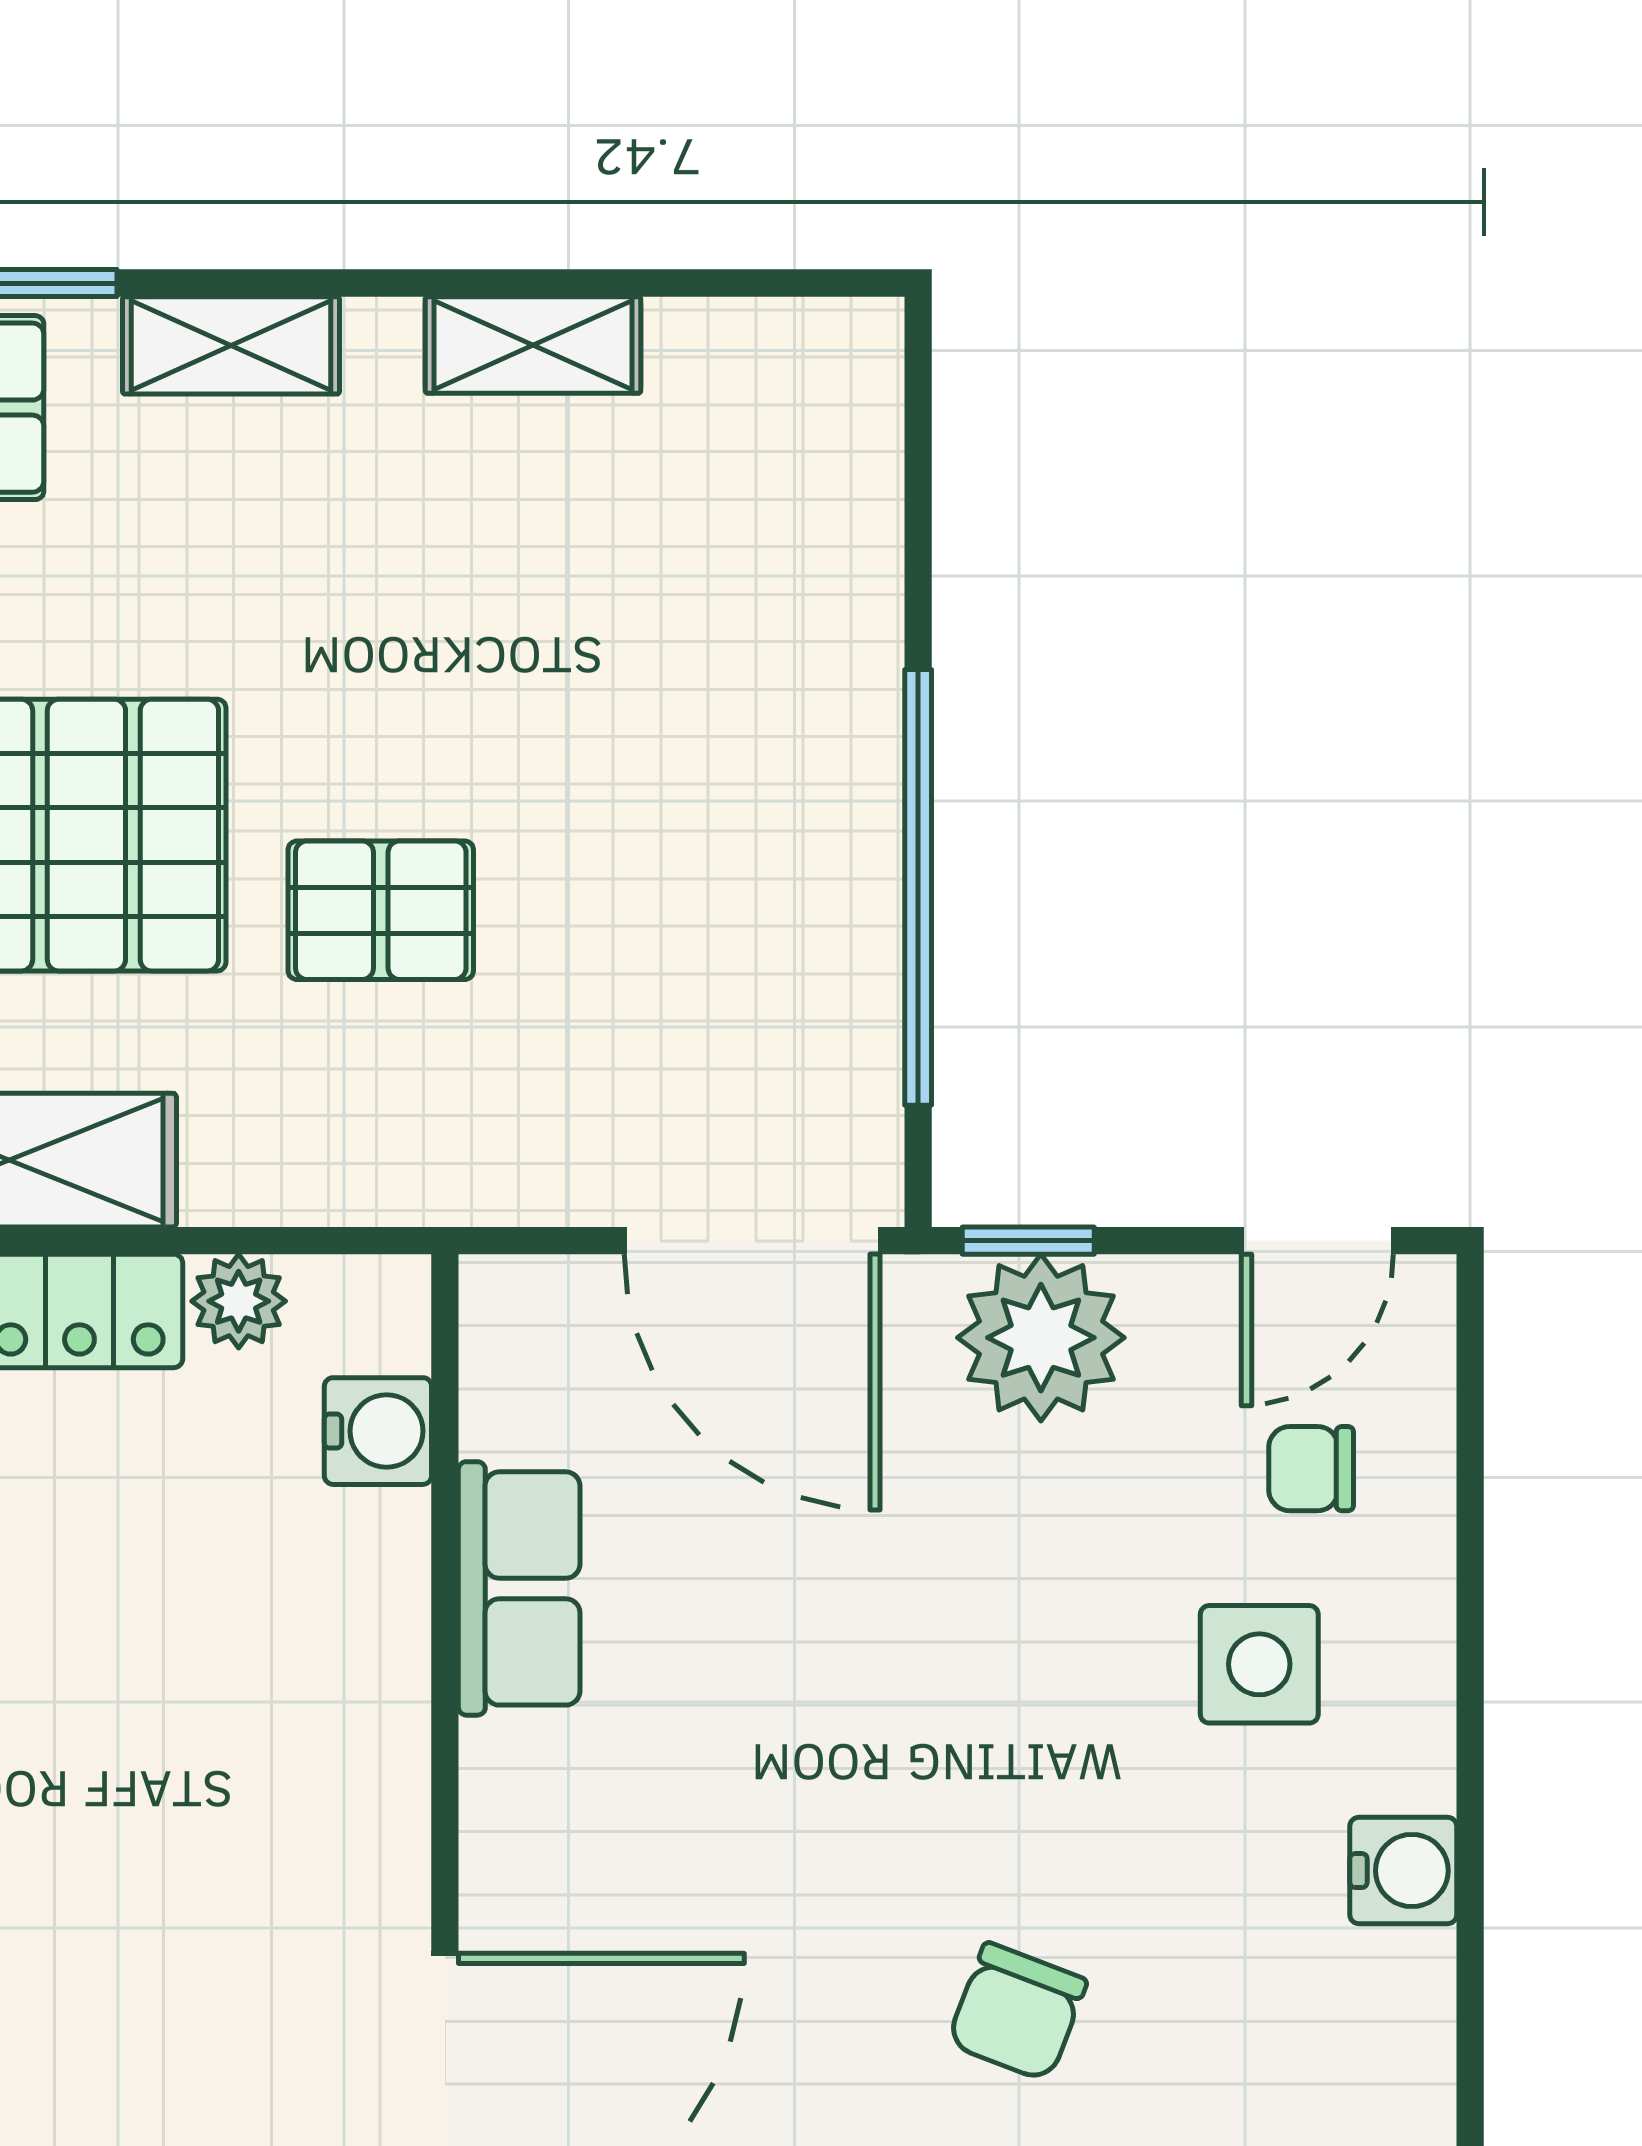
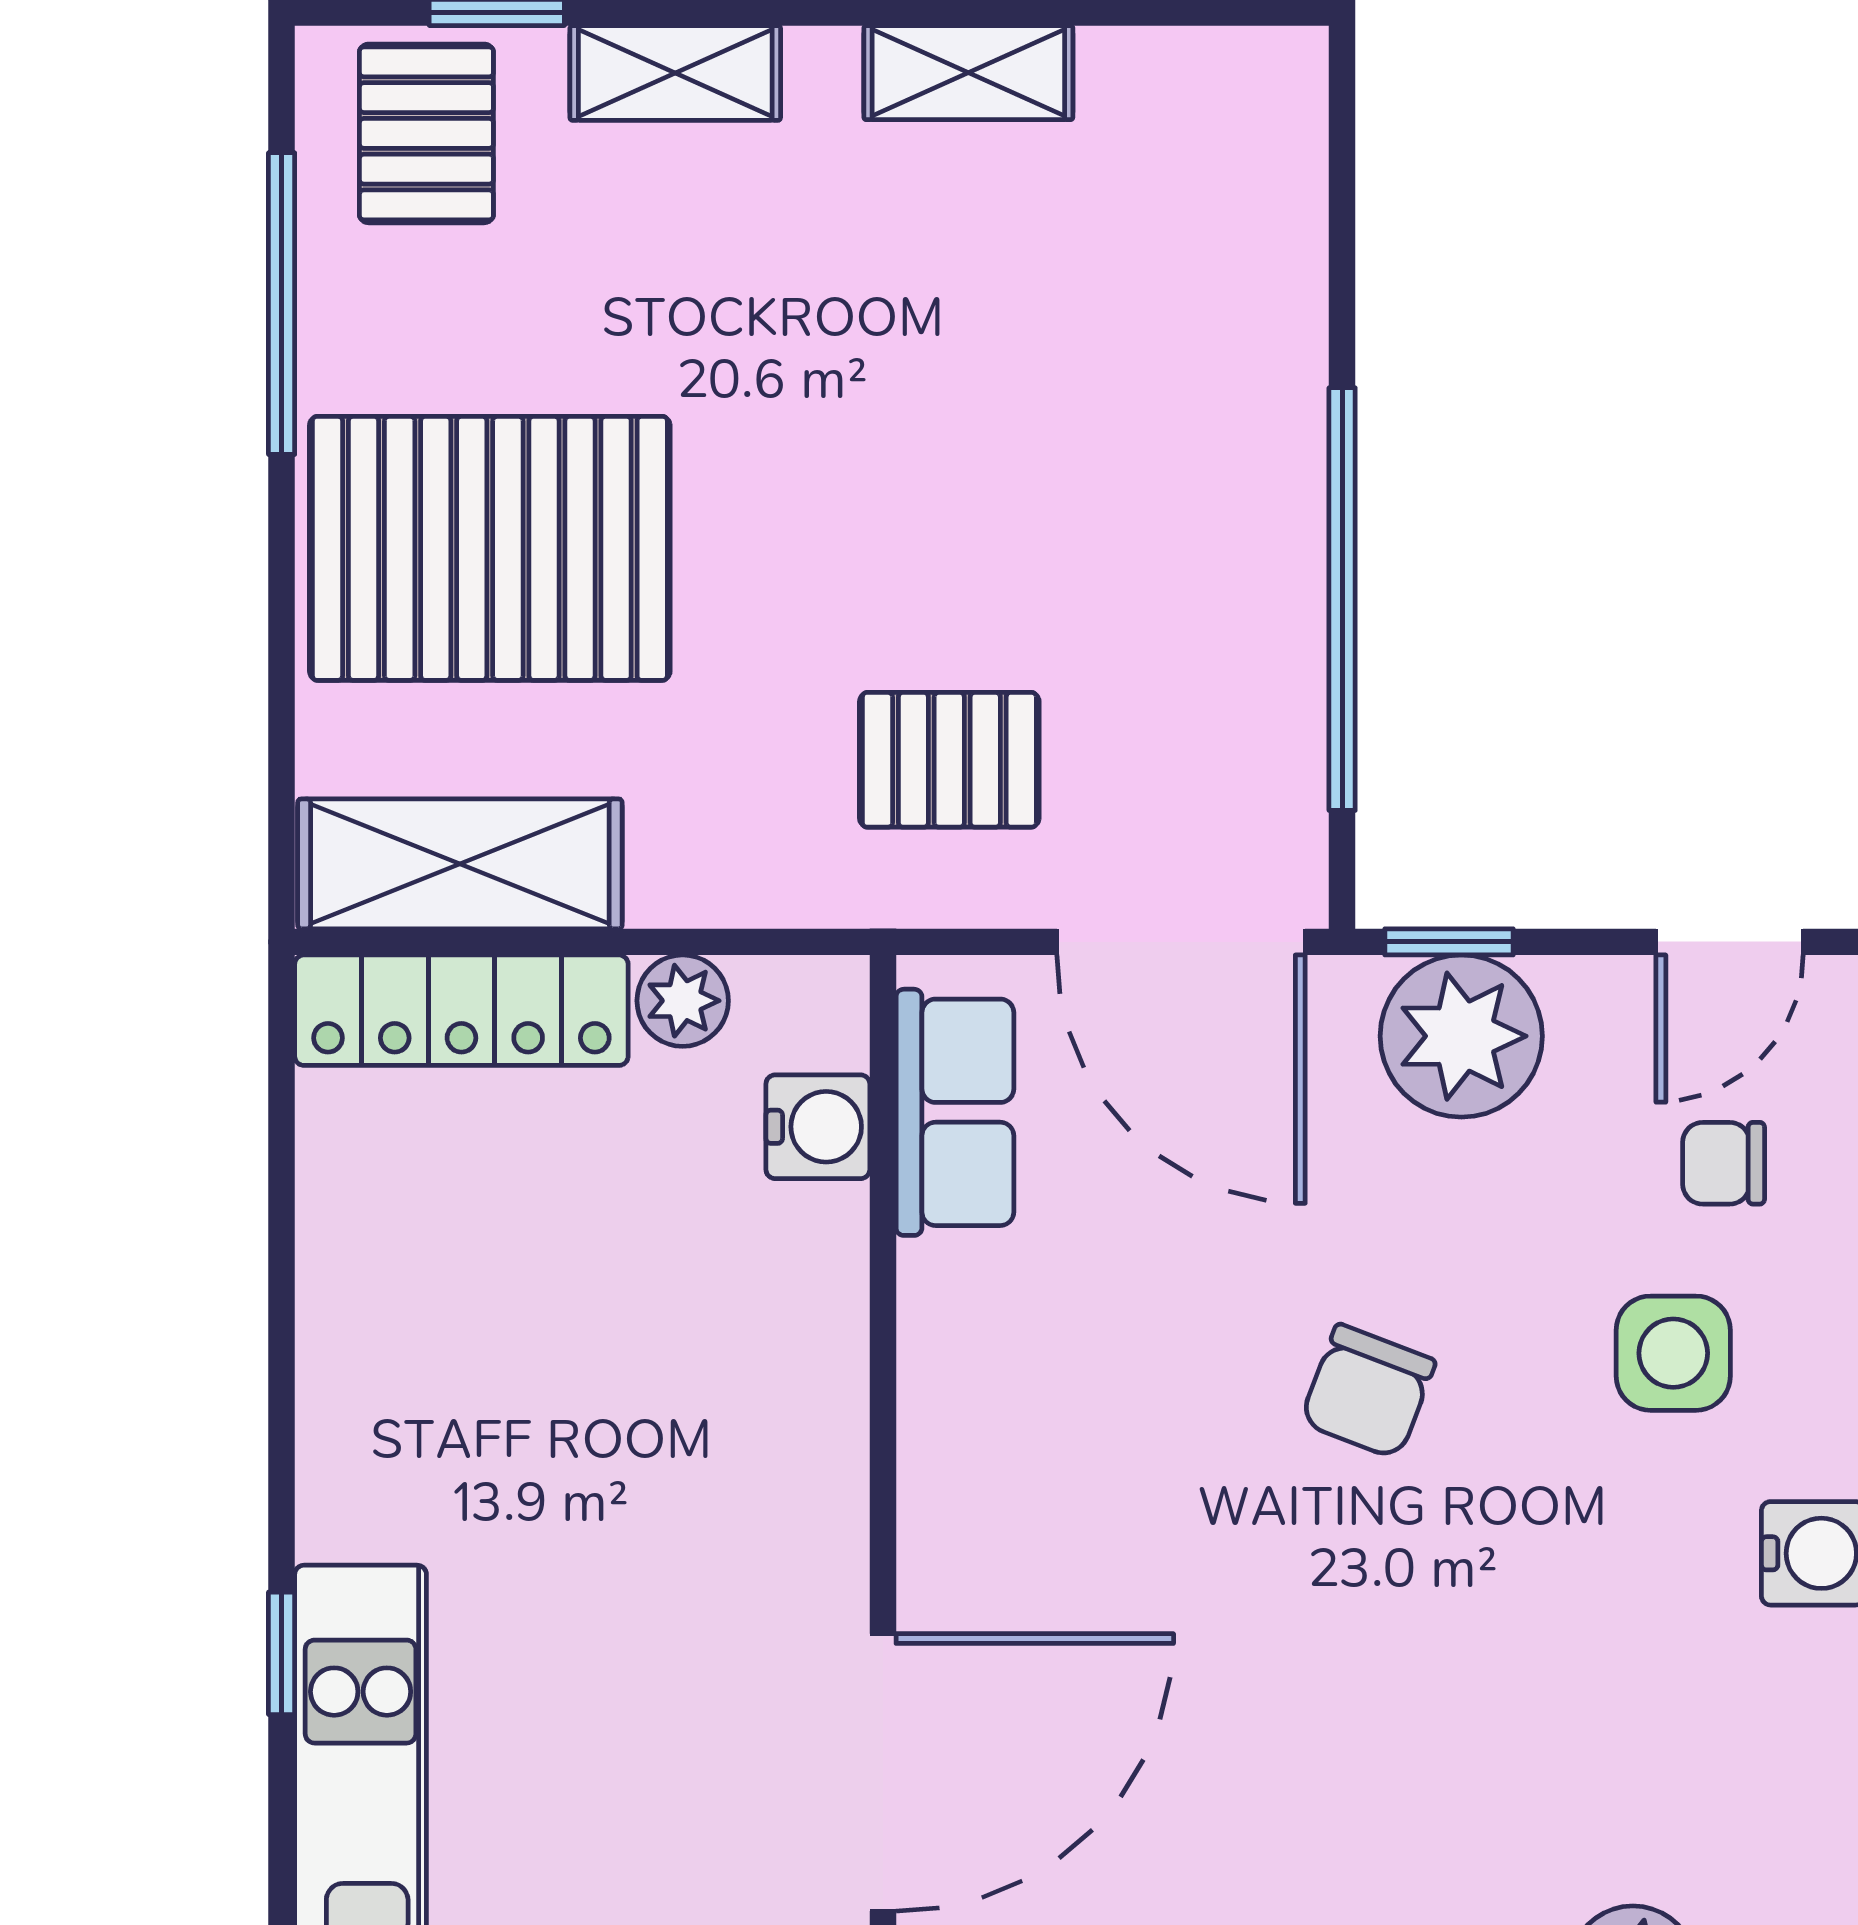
pallet: (381, 910) -> (949, 760), moved
row of seats: (519, 1588) -> (955, 1112), moved
chair: (1017, 2012) -> (1368, 1391), moved

